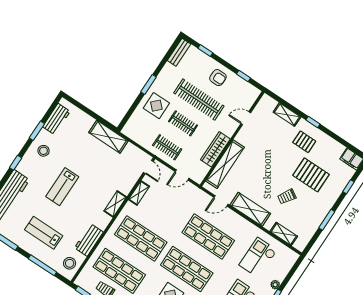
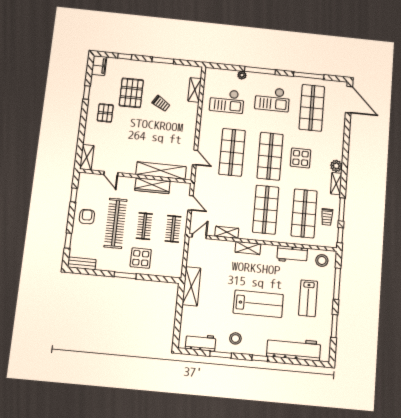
shelving: (287, 115) -> (87, 157), moved
window: (313, 122) -> (87, 93), moved
lab bench: (62, 187) -> (258, 304), width x1.36, depth x1.39
shelving: (250, 209) -> (189, 129), removed

